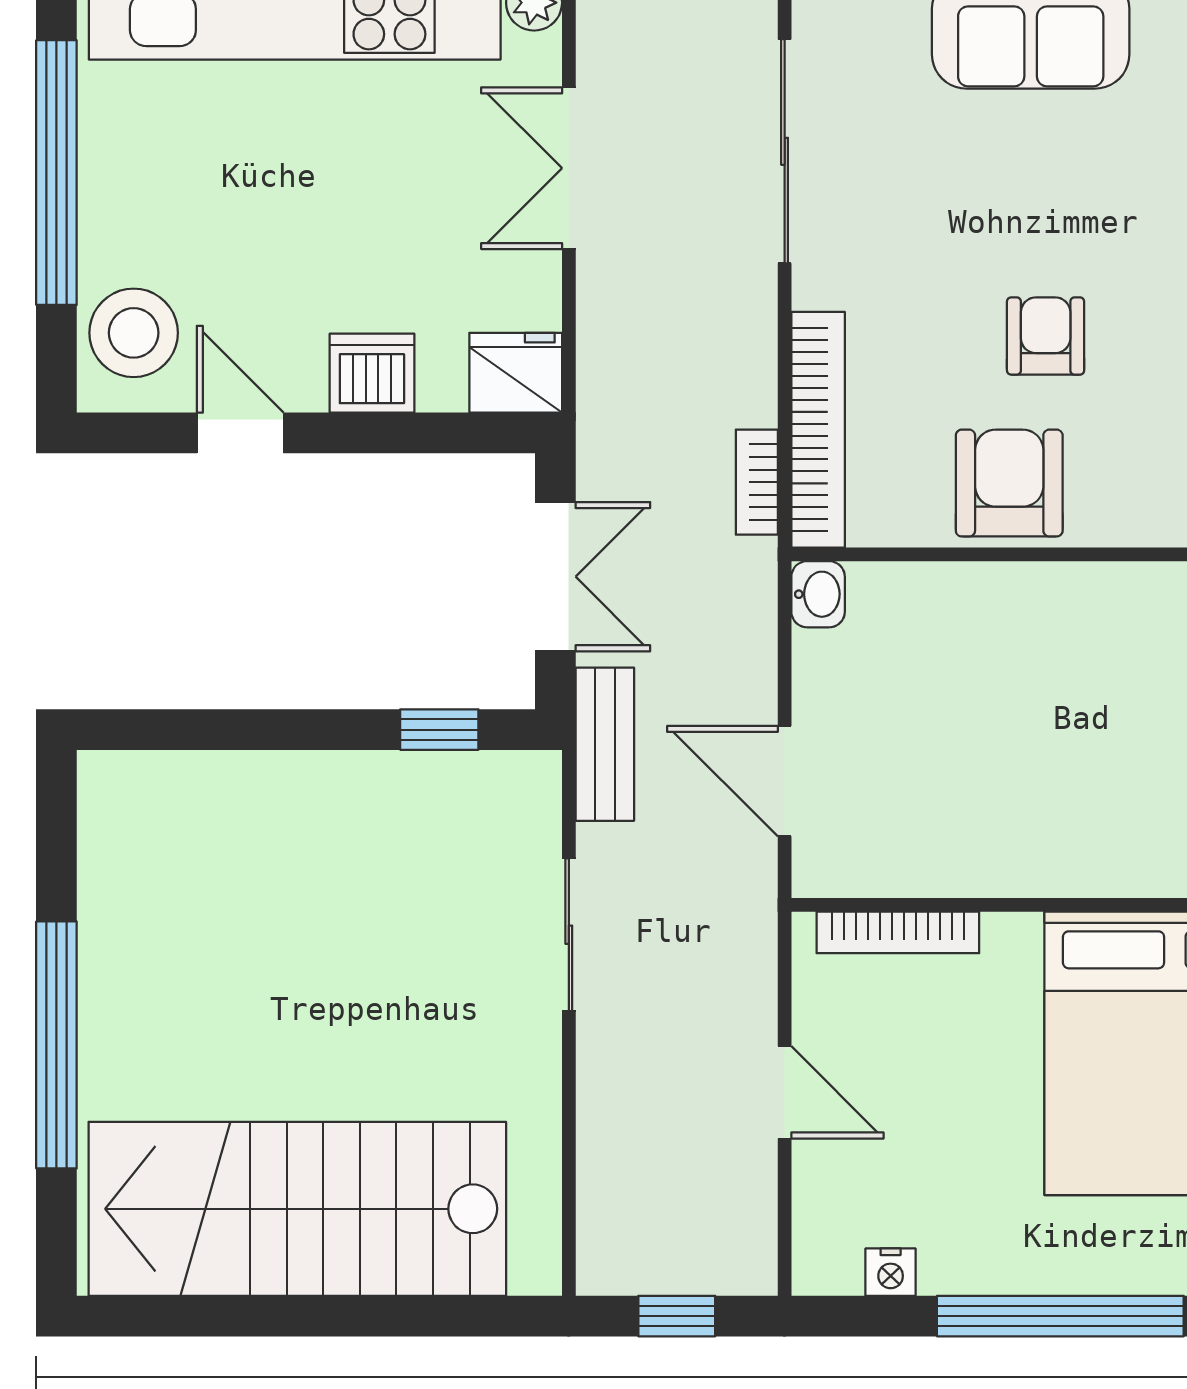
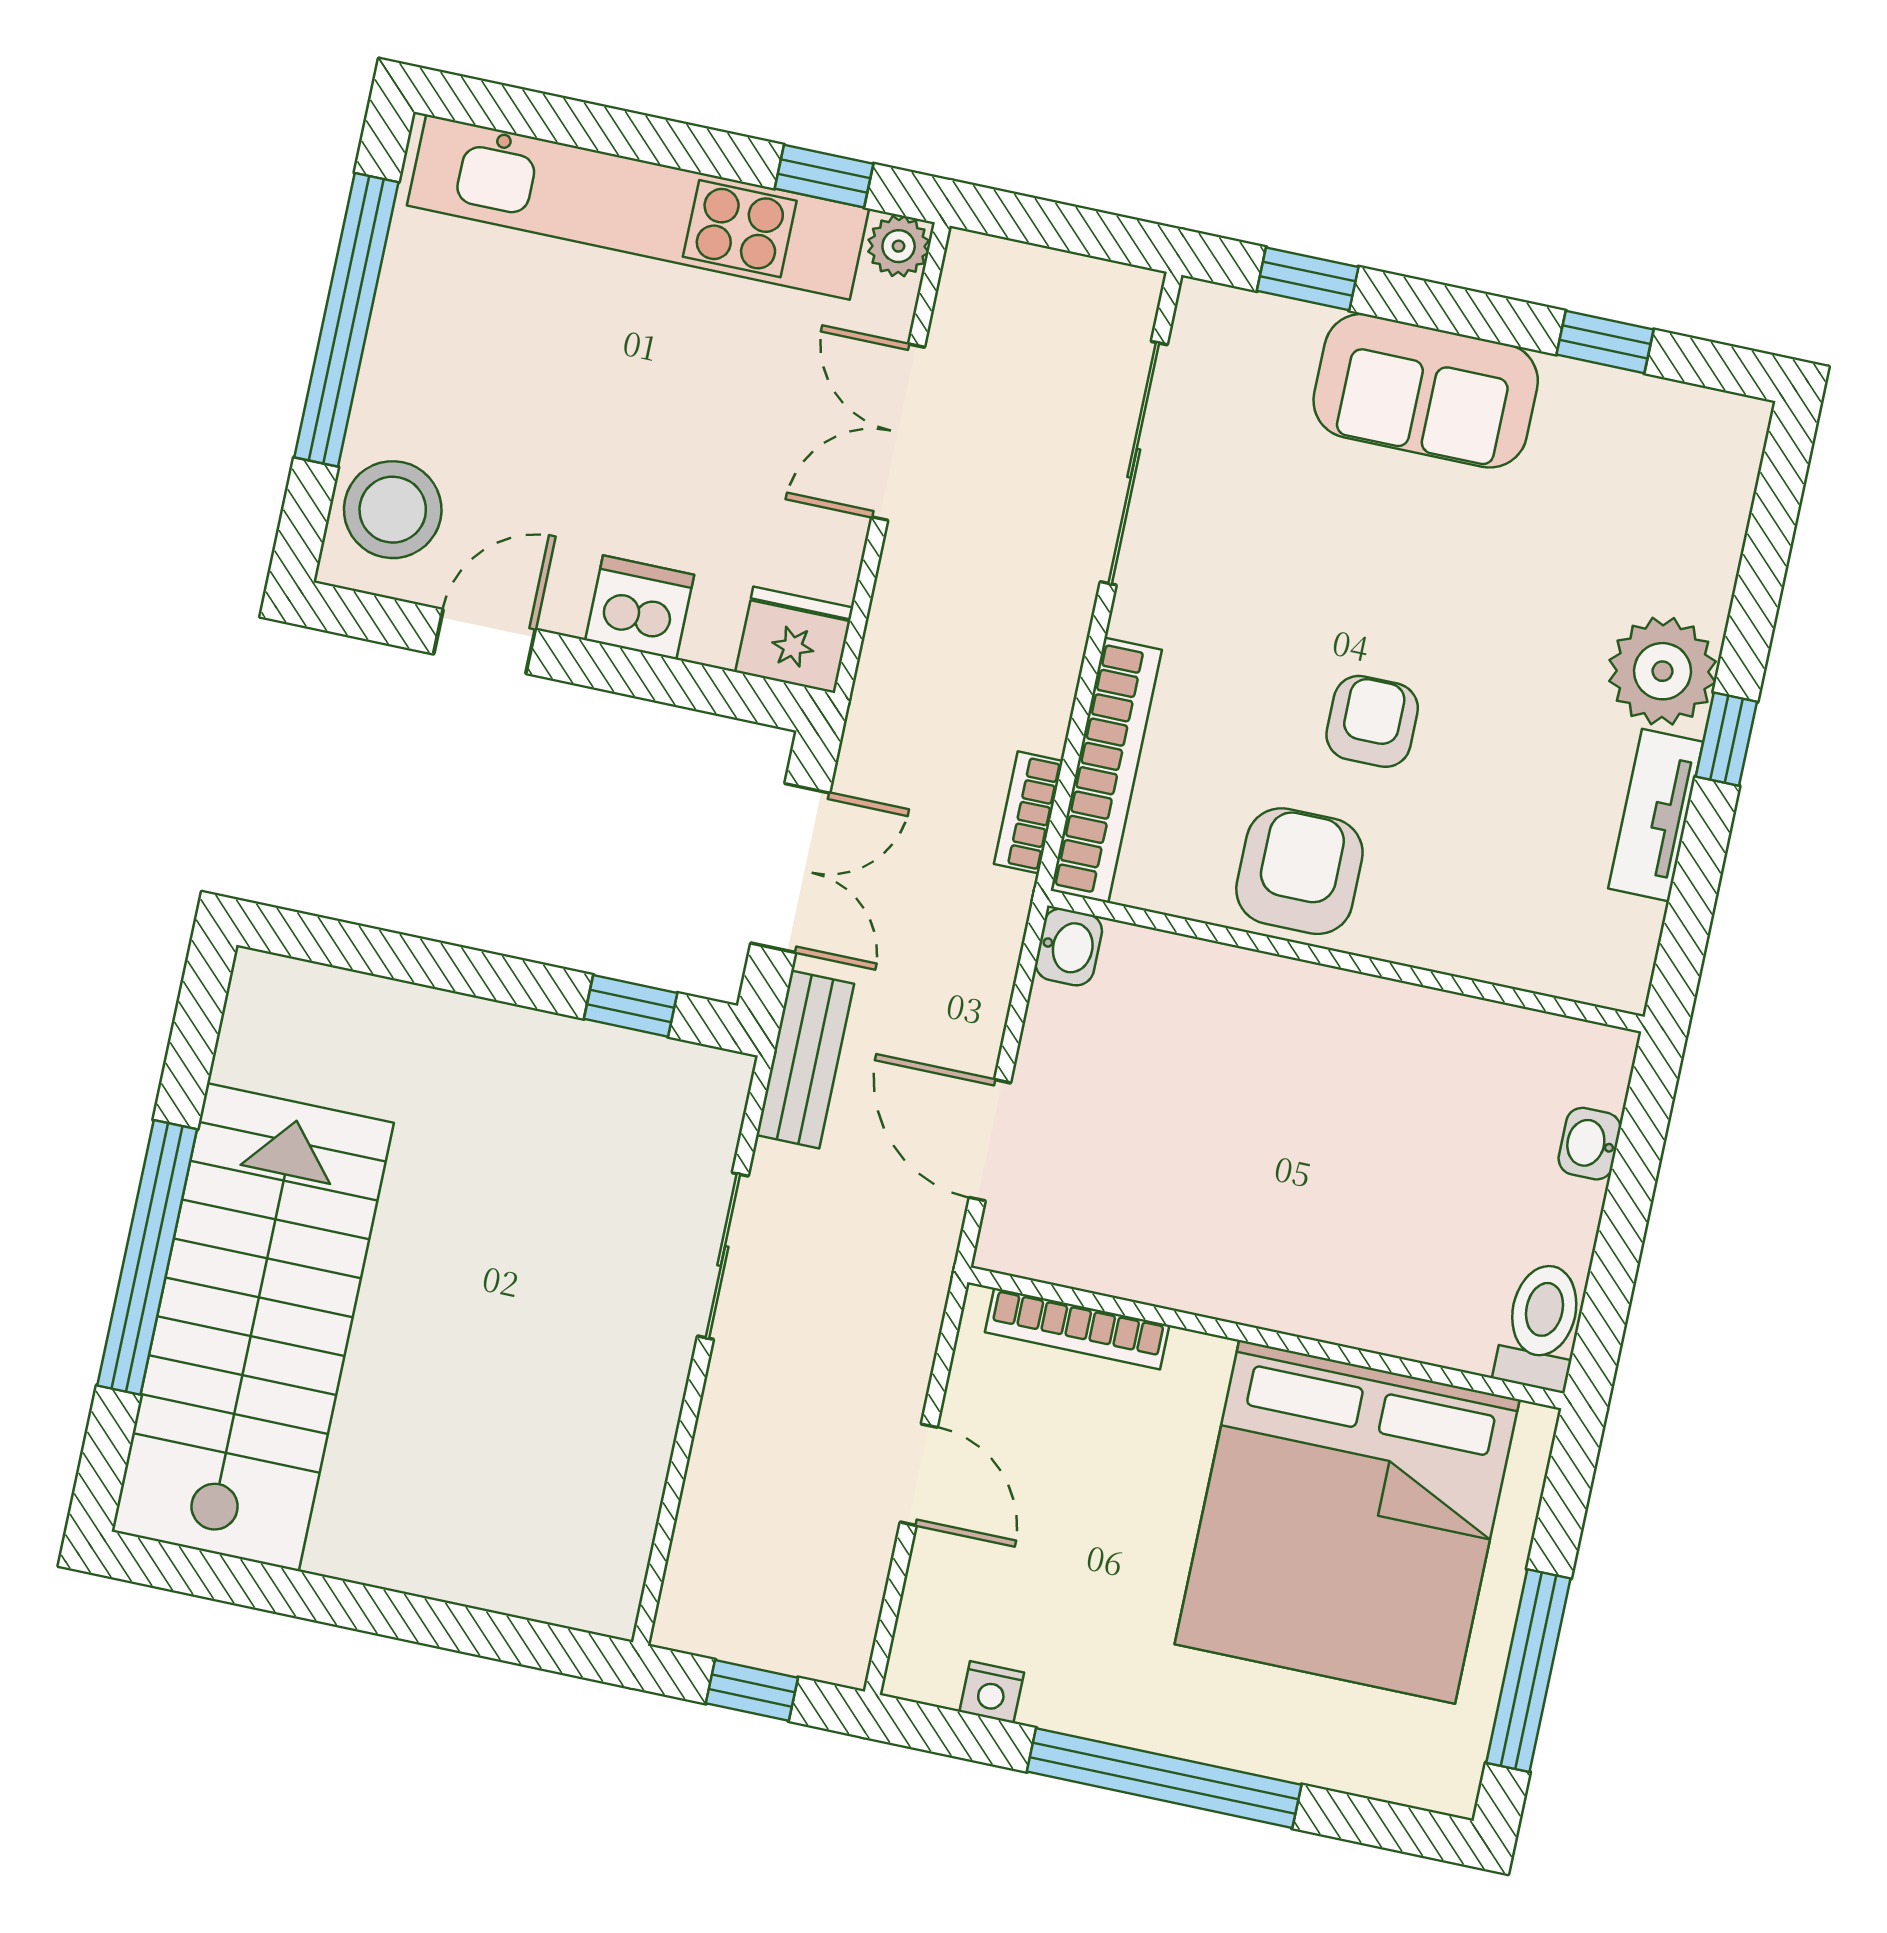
door: (240, 433) -> (484, 642), hinge flipped
stairs: (297, 1209) -> (253, 1327), moved, turned 90

